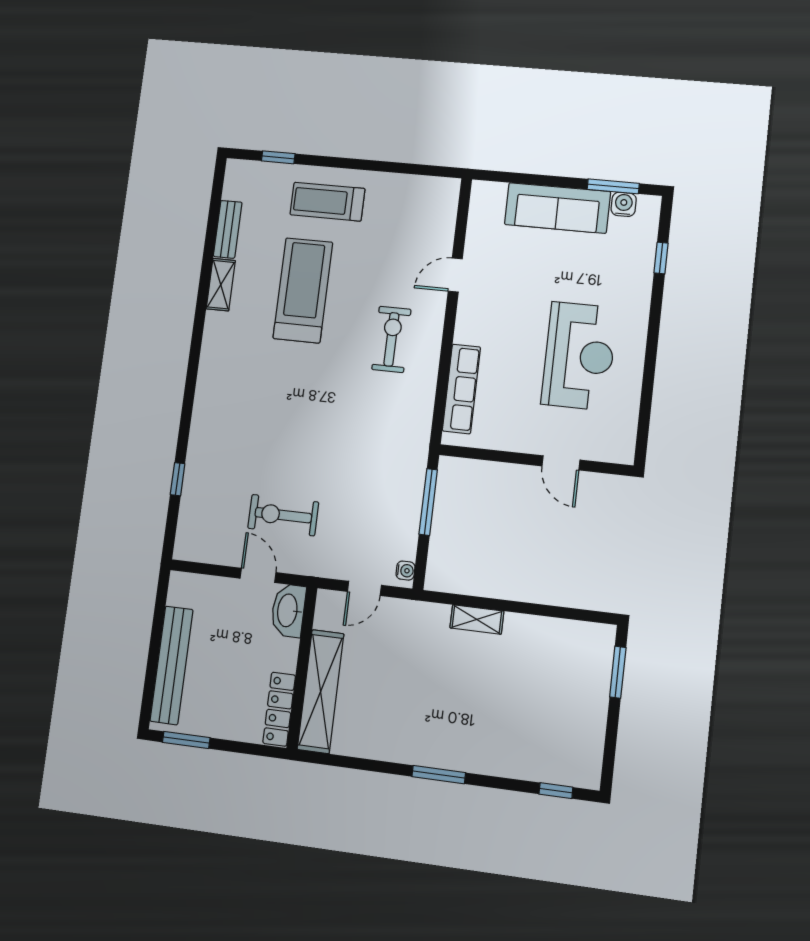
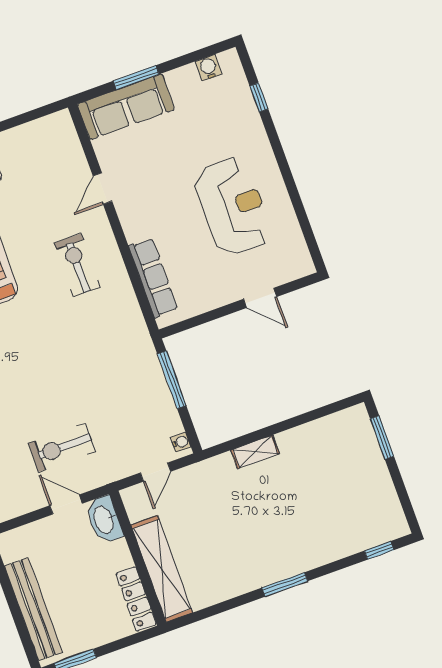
window: (613, 186) -> (136, 78), moved
sofa: (557, 208) -> (126, 107), moved

